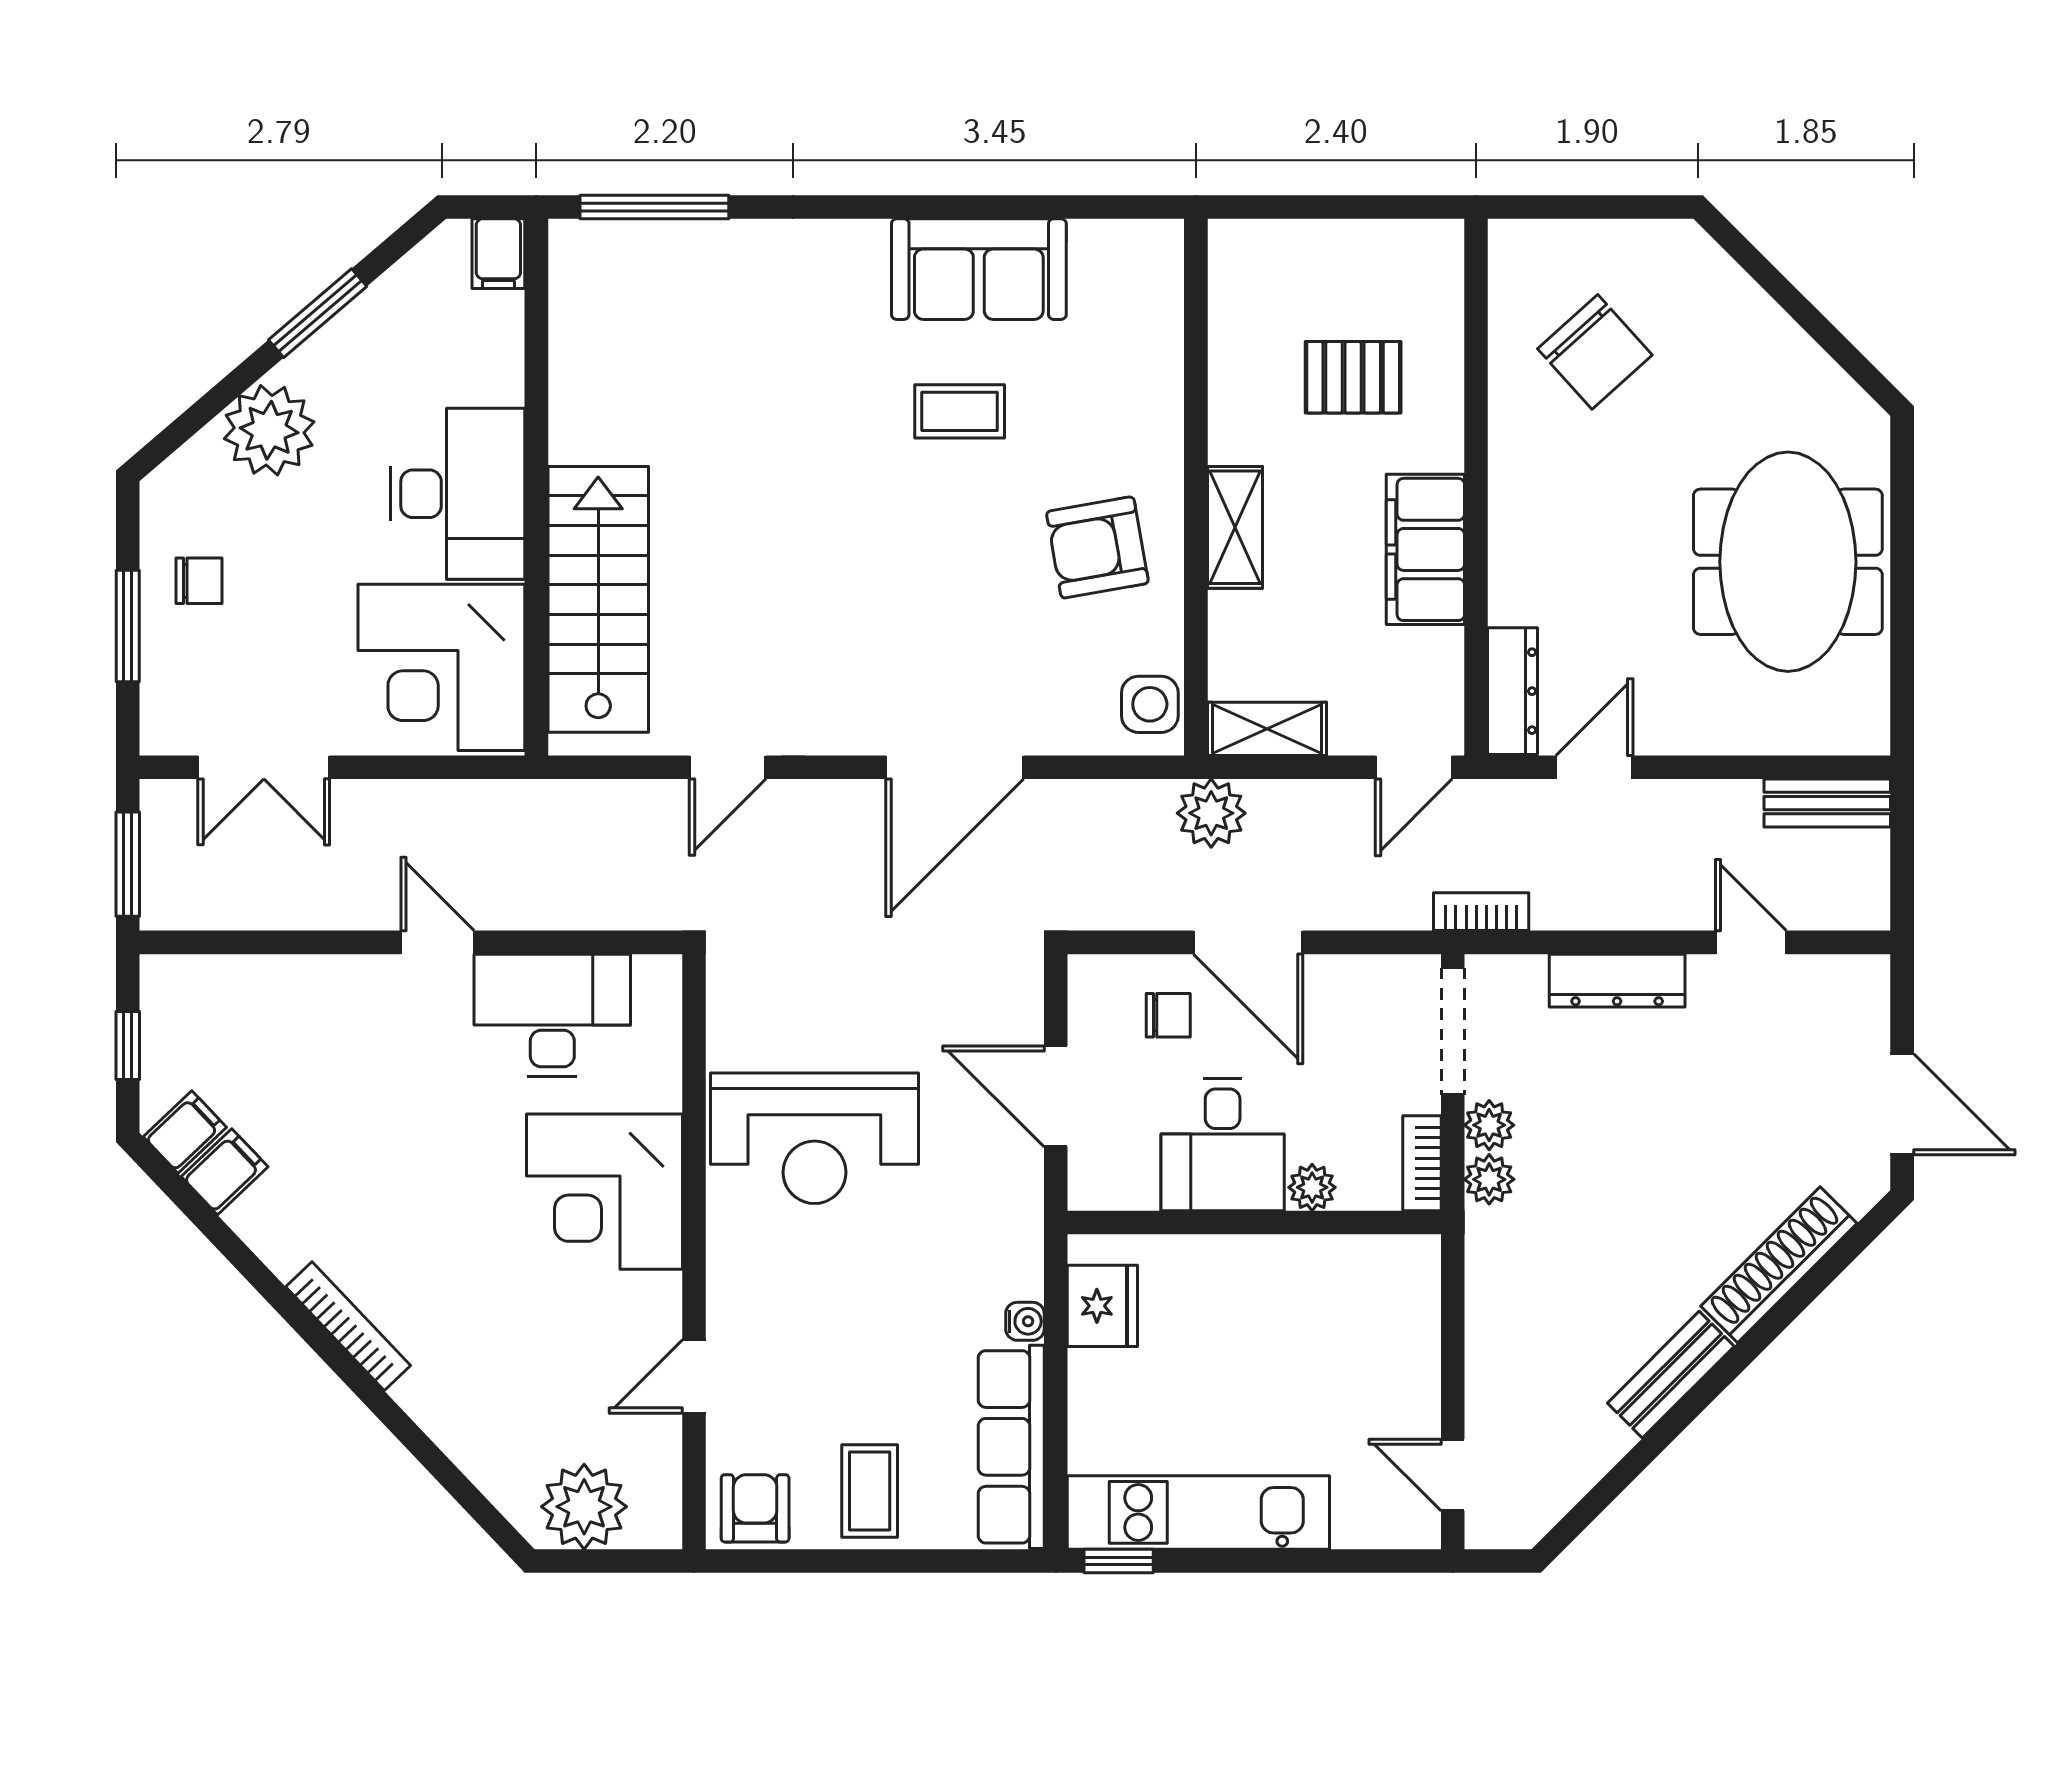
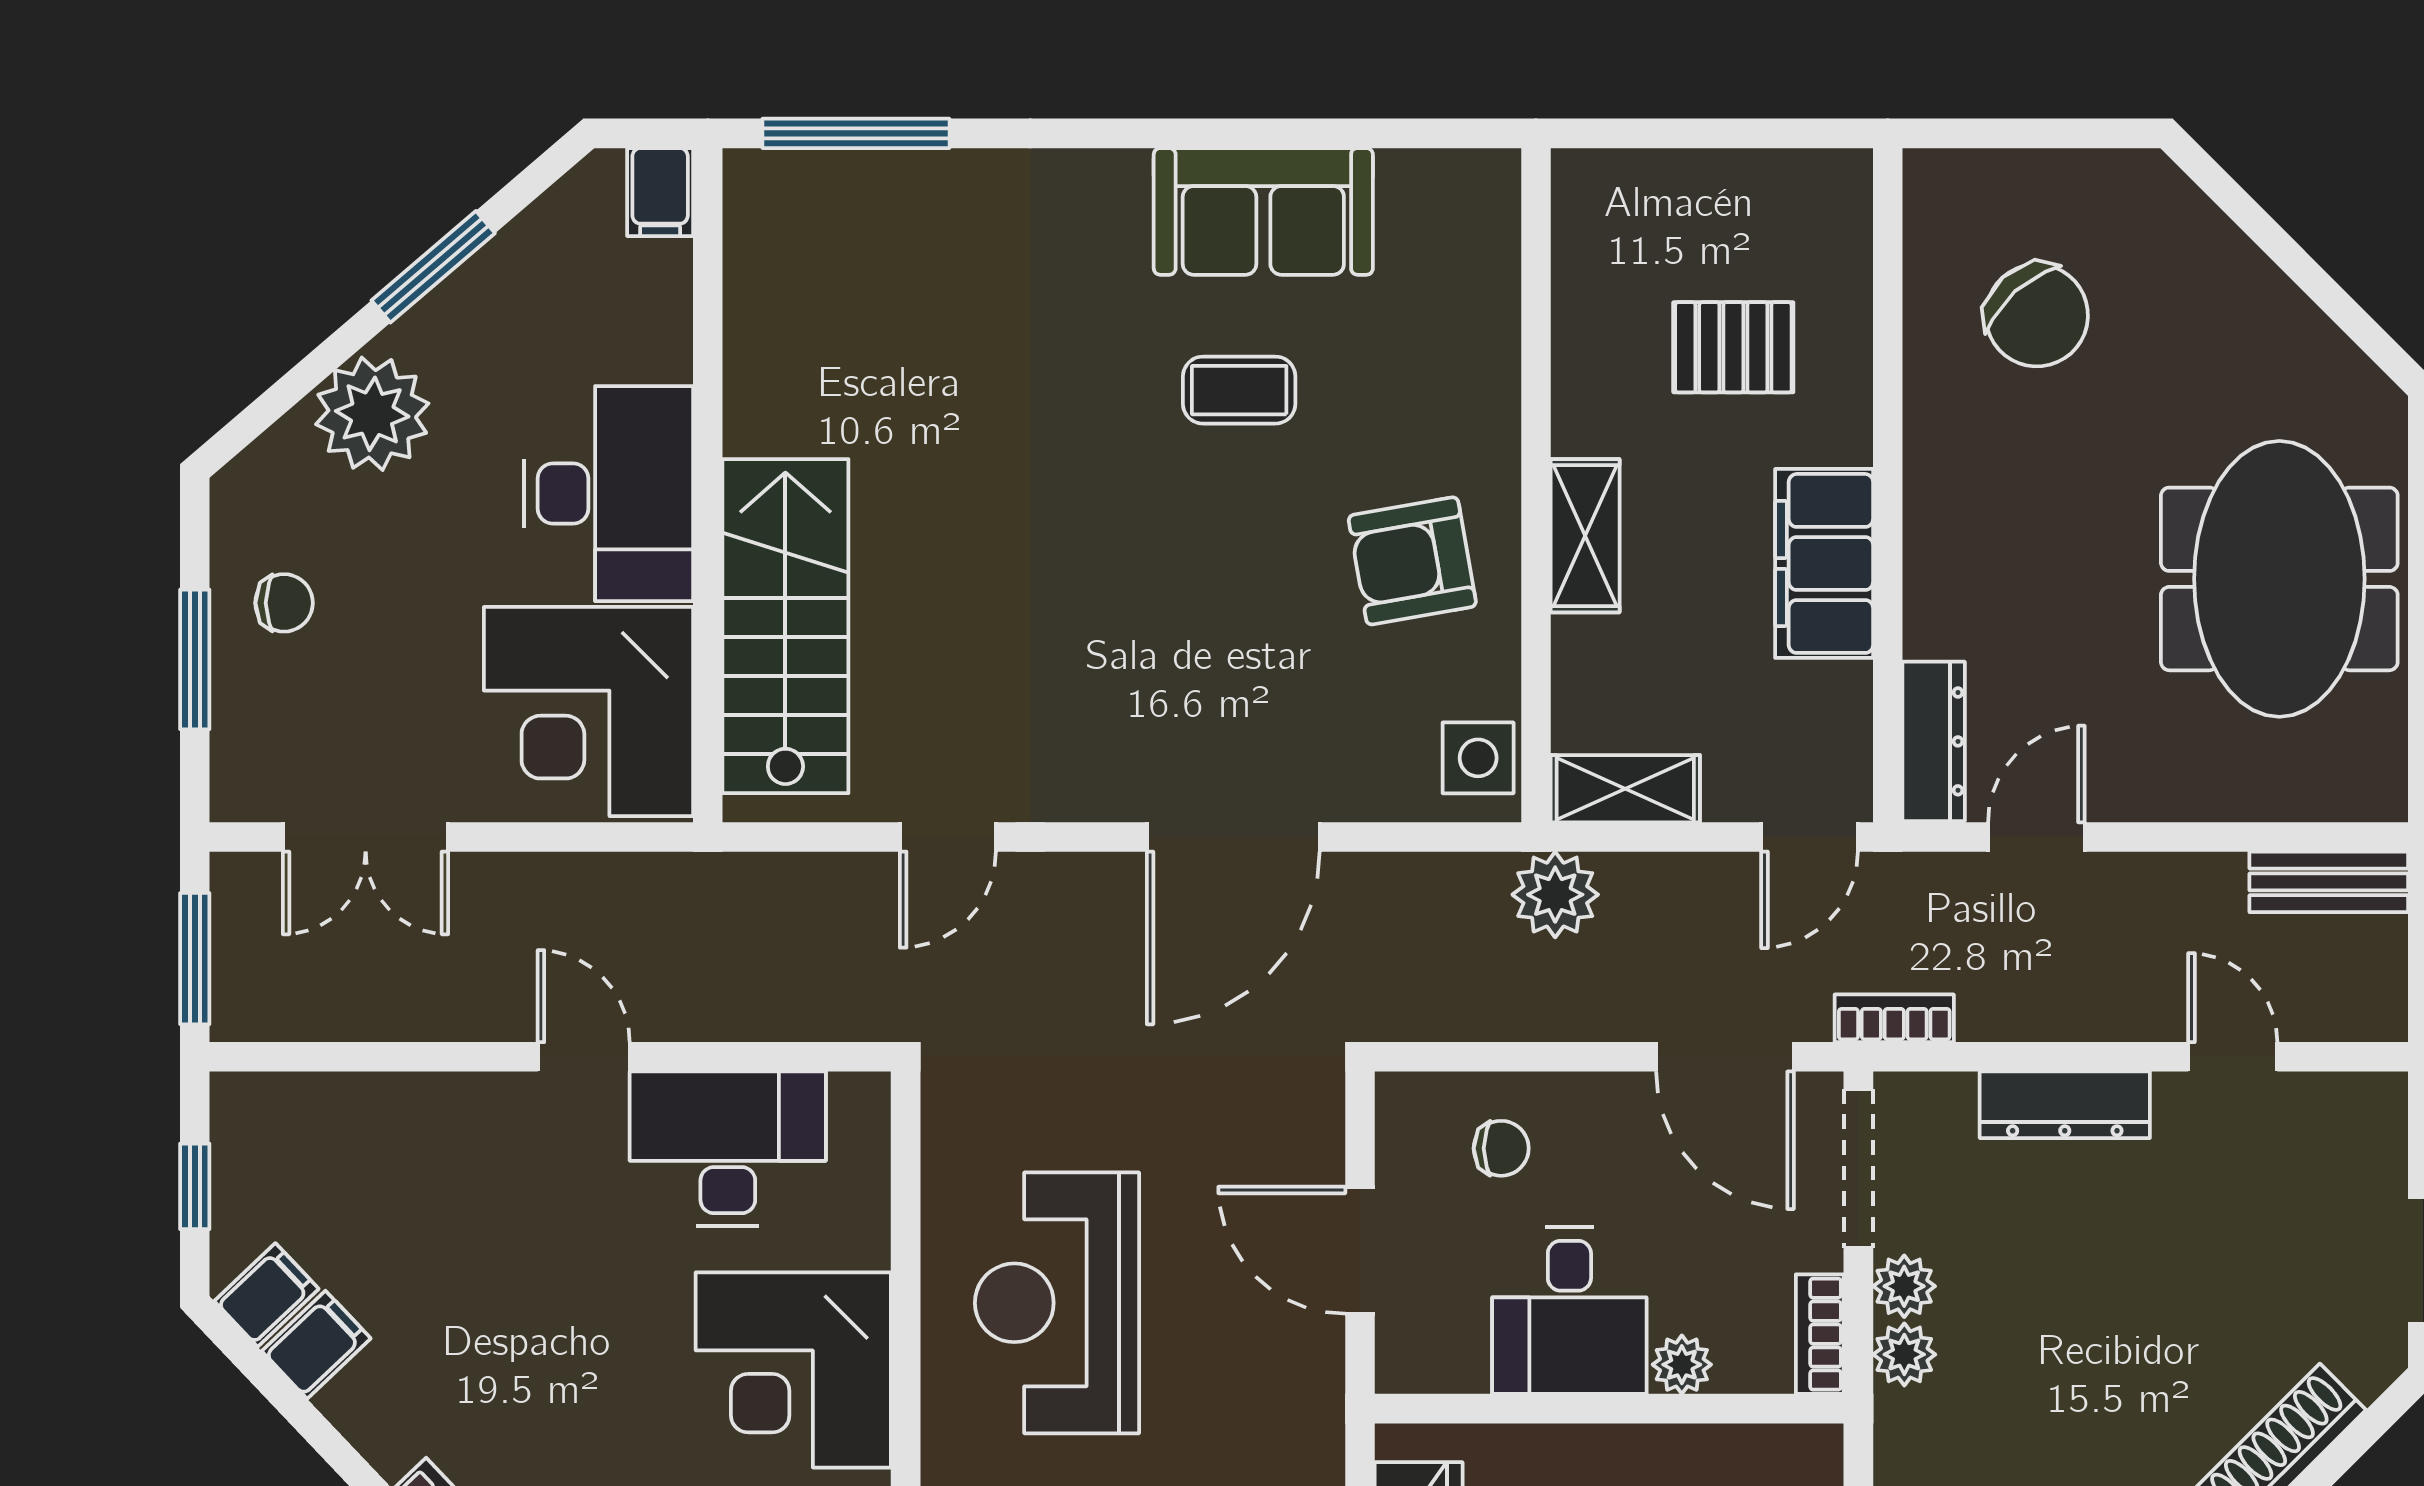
door: (1248, 942) -> (1725, 1057), moved
reception desk: (814, 1138) -> (1057, 1303), turned 90

